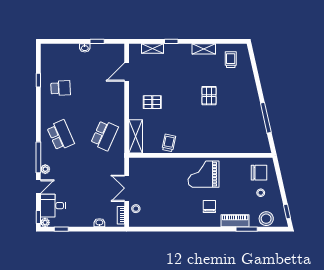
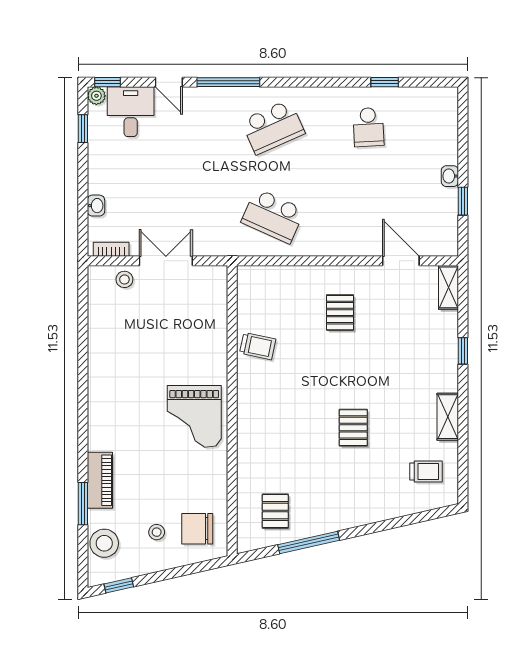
shelving: (152, 49) -> (449, 287), moved
pallet: (209, 96) -> (353, 428), turned 90
pallet: (250, 134) -> (275, 511), added
shelving: (136, 136) -> (271, 279), removed
plant: (45, 169) -> (204, 96), removed
chair: (259, 173) -> (197, 529), turned 90
grand piano: (204, 174) -> (194, 416), turned 180
chair: (209, 206) -> (129, 428), removed

